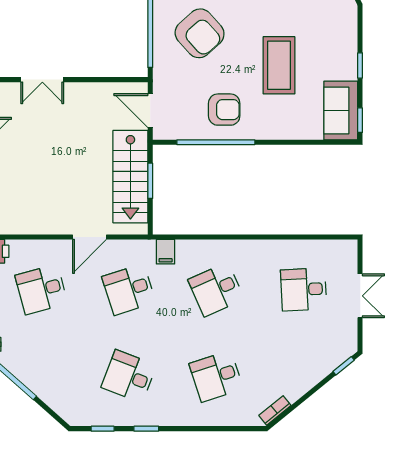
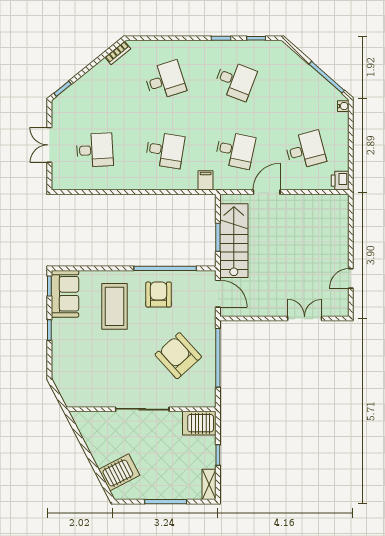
coffee table: (279, 65) -> (115, 306), moved
armchair: (224, 110) -> (159, 294), turned 90
desk: (129, 289) -> (235, 150), turned 30
desk: (216, 289) -> (165, 150), turned 33

